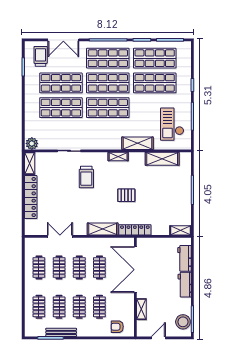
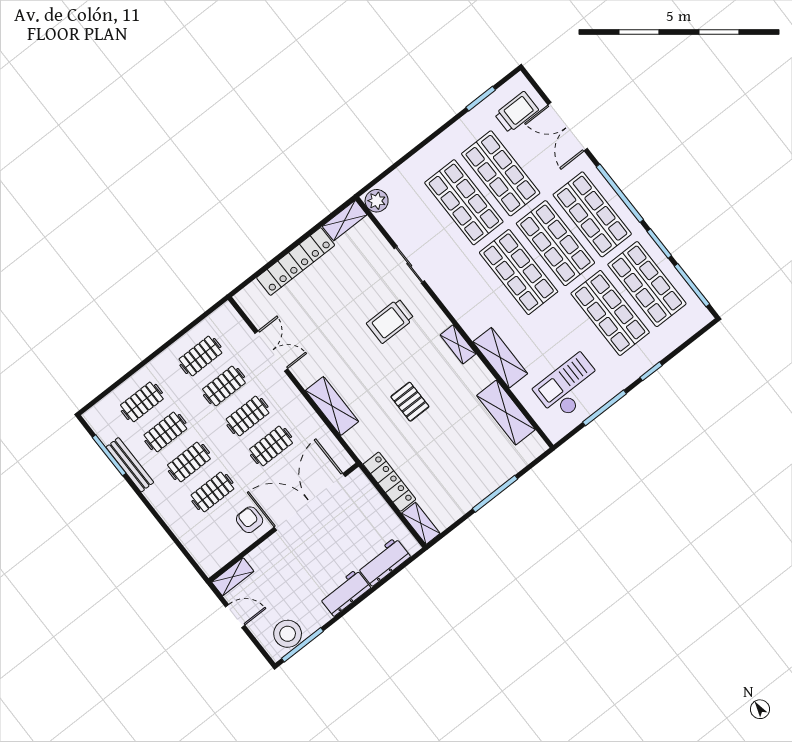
locker: (135, 230) -> (389, 482), moved
shelving: (141, 309) -> (233, 577), moved
armchair: (117, 327) -> (250, 520), moved

